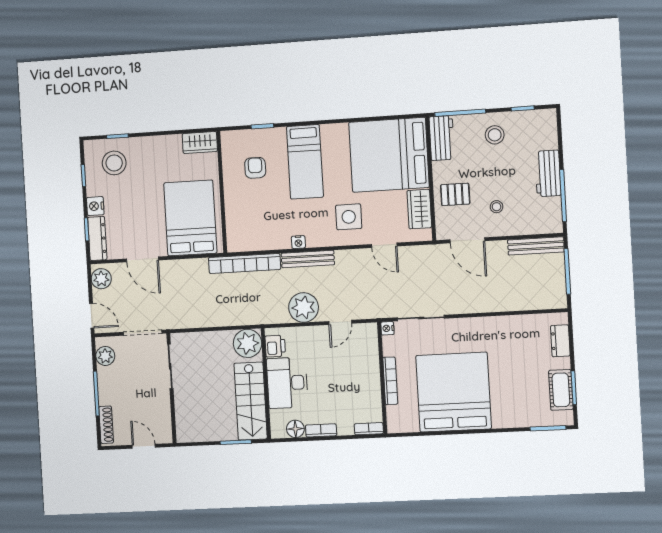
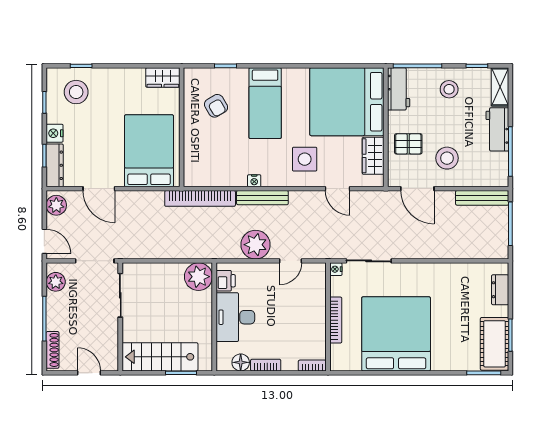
shelving: (548, 129) -> (500, 87), added
armchair: (255, 168) -> (216, 106), turned 150
stool: (497, 207) -> (447, 158), width x1.89, depth x1.89
cot: (561, 390) -> (495, 344), width x1.37, depth x1.34
stairs: (251, 401) -> (160, 357), moved, turned 90

